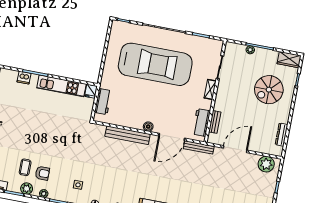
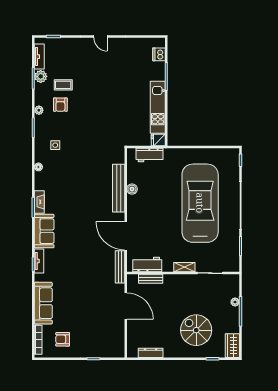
car: (155, 64) -> (200, 203), turned 180
dishwasher: (24, 78) -> (159, 54), moved
boiler: (148, 127) -> (132, 189), moved
plant: (266, 164) -> (116, 342), removed
plant: (27, 189) -> (41, 76), moved

